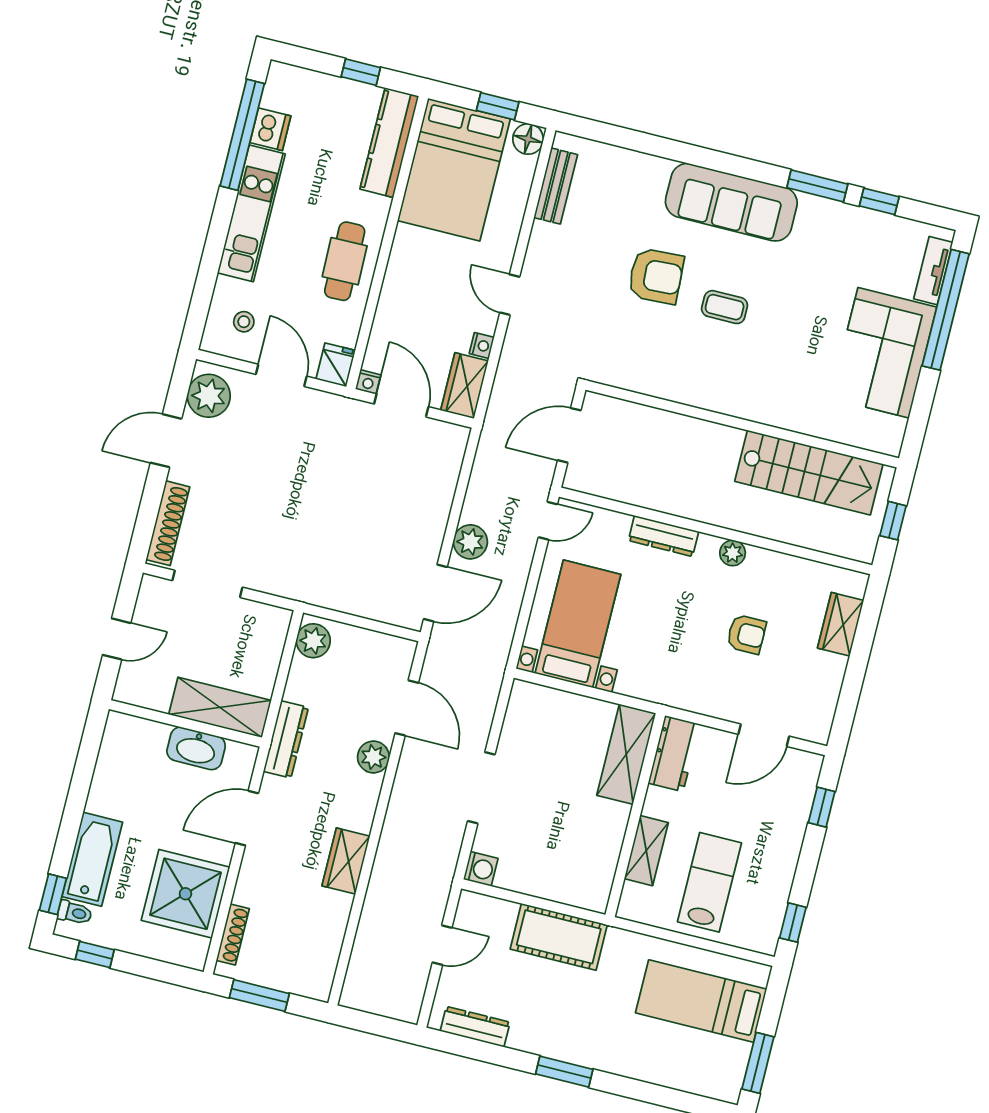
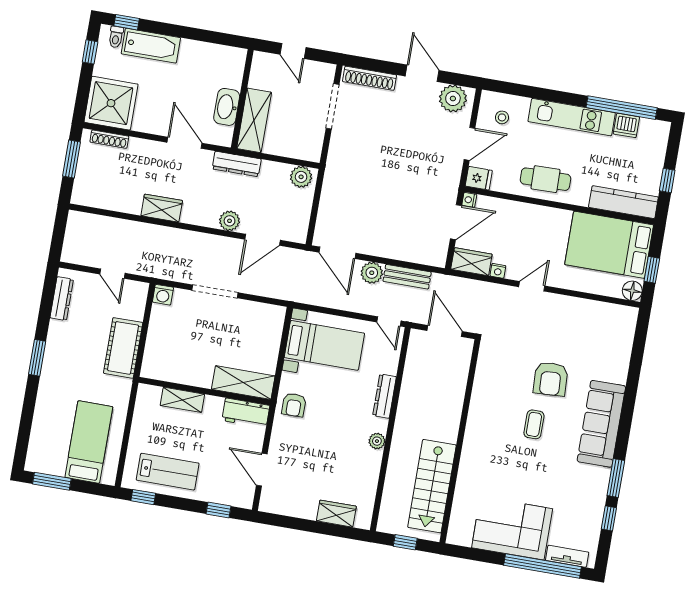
bench: (556, 186) -> (407, 277), moved
armchair: (746, 634) -> (294, 405), moved
lab bench: (709, 882) -> (168, 472), moved
shower: (185, 894) -> (111, 103), moved

